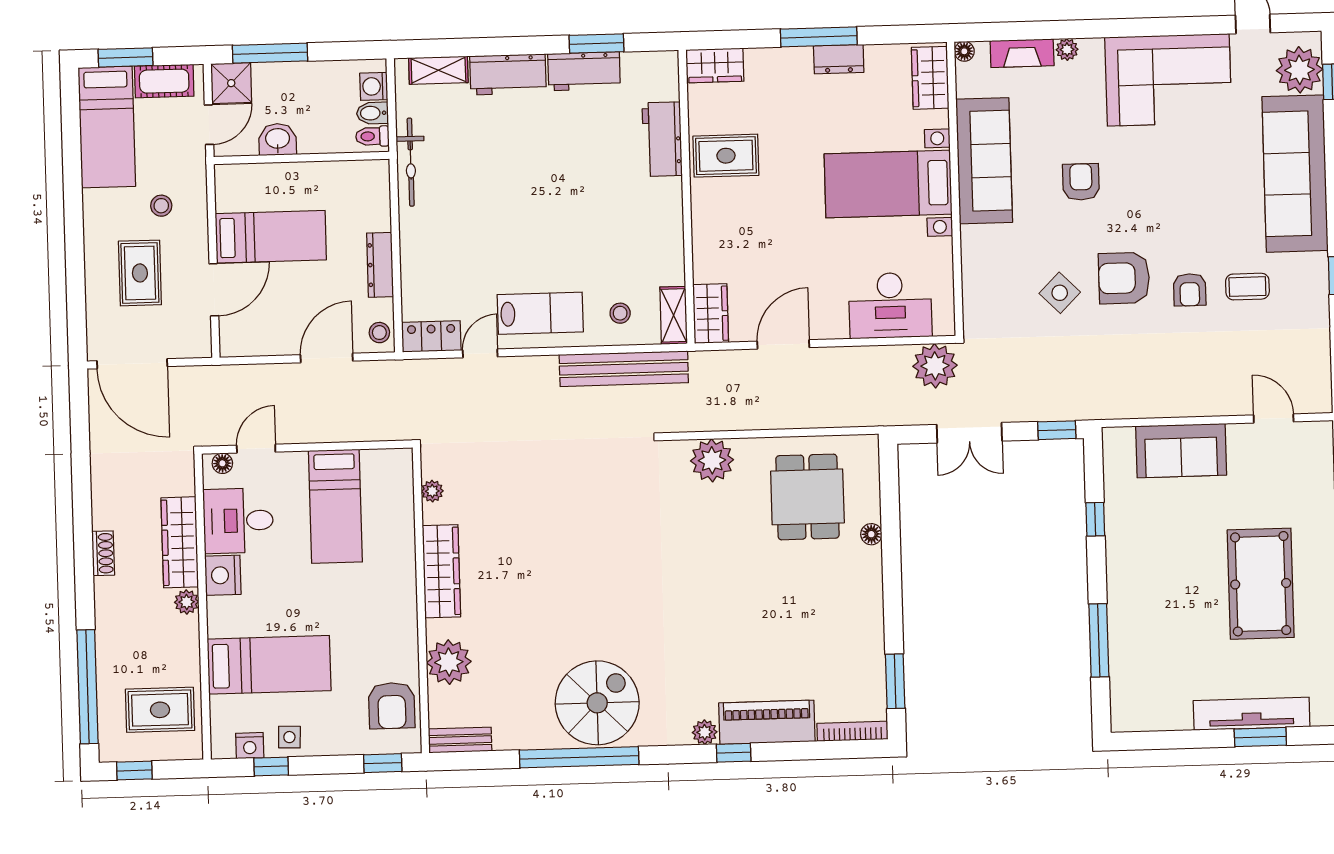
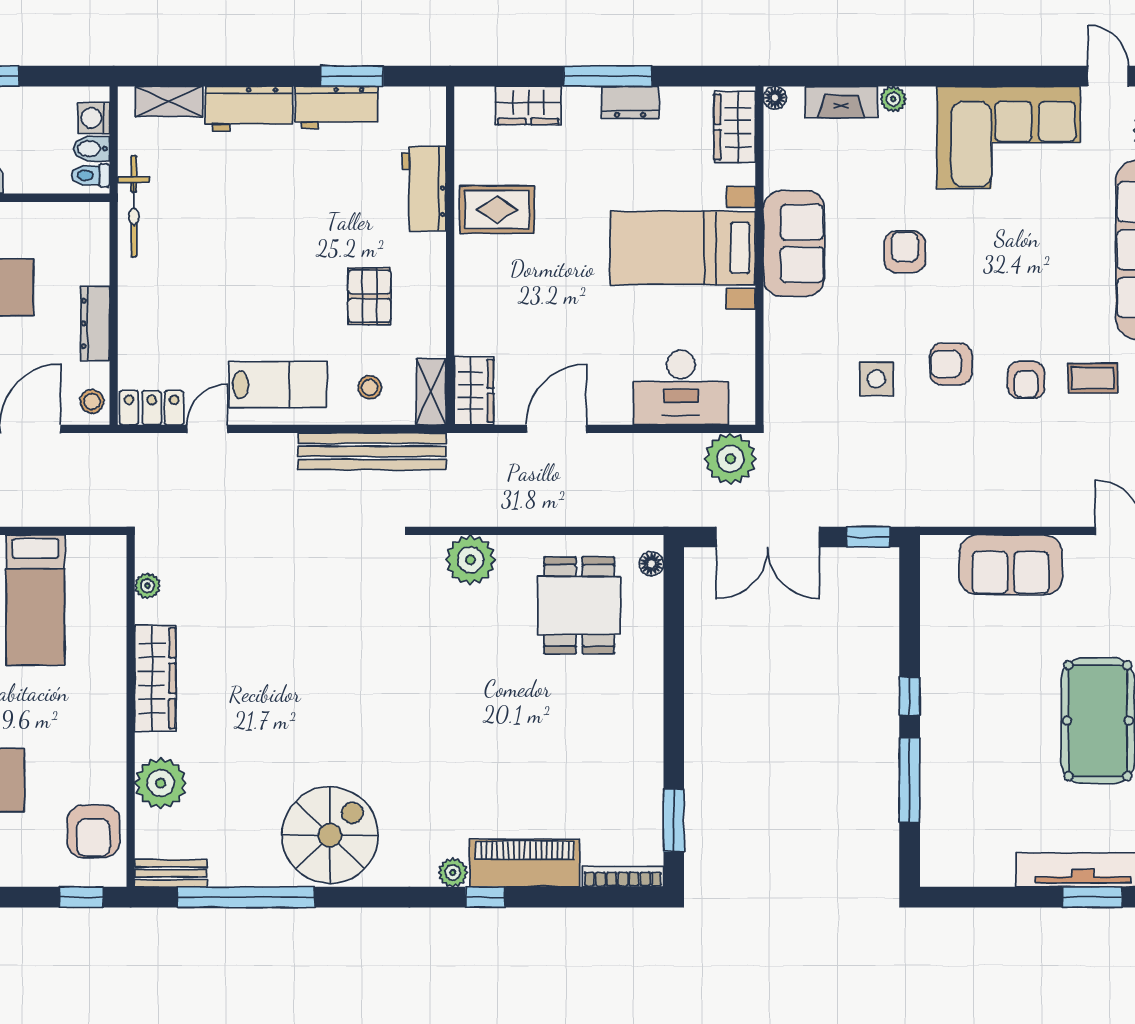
wardrobe: (715, 65) -> (528, 105), moved
sofa: (984, 161) -> (794, 243), width x0.73
pallet: (618, 234) -> (369, 296), added
armchair: (1124, 278) -> (951, 364), width x0.72, depth x0.72
side table: (1060, 293) -> (876, 379), turned 45
double door: (969, 433) -> (768, 537), width x1.37
window: (1095, 519) -> (910, 696), moved
floor lamp: (871, 534) -> (651, 564), moved
window: (579, 757) -> (246, 897), moved

